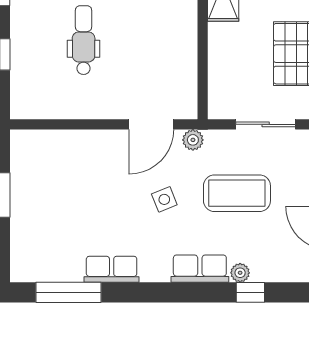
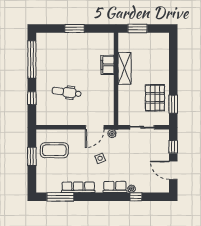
dental chair: (84, 40) -> (67, 92), turned -82
coffee table: (237, 193) -> (54, 150), moved
row of seats: (112, 269) -> (78, 187), width x1.48

